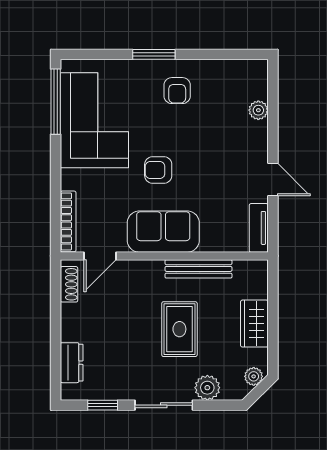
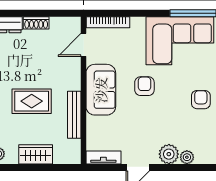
armchair: (177, 91) -> (201, 100), turned 90
plant: (254, 136) -> (169, 154), added
door: (100, 256) -> (84, 45), hinge flipped
shoe rack: (69, 284) -> (36, 23), moved

